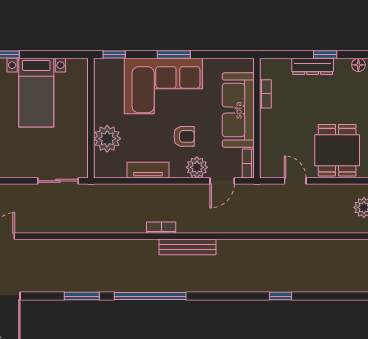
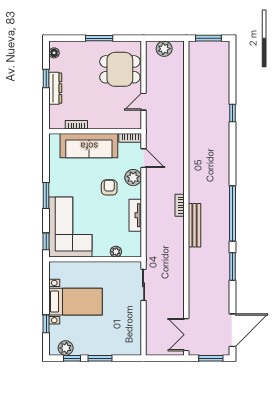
corner sofa: (163, 86) -> (70, 227), moved
plant: (107, 139) -> (116, 252), width x0.53, depth x0.53
bench: (188, 247) -> (194, 225), moved

